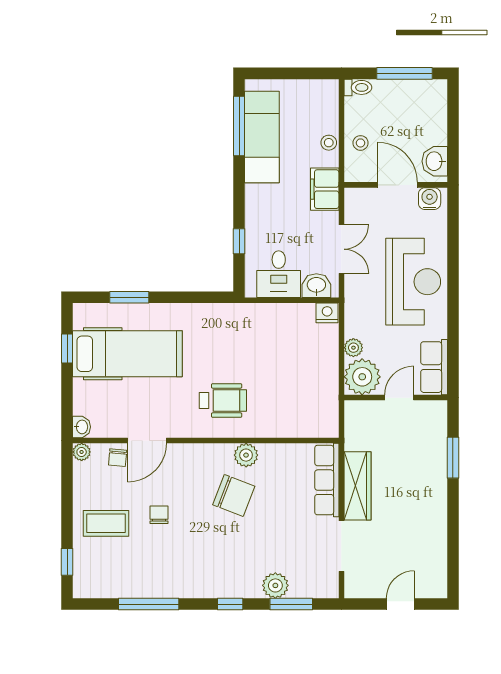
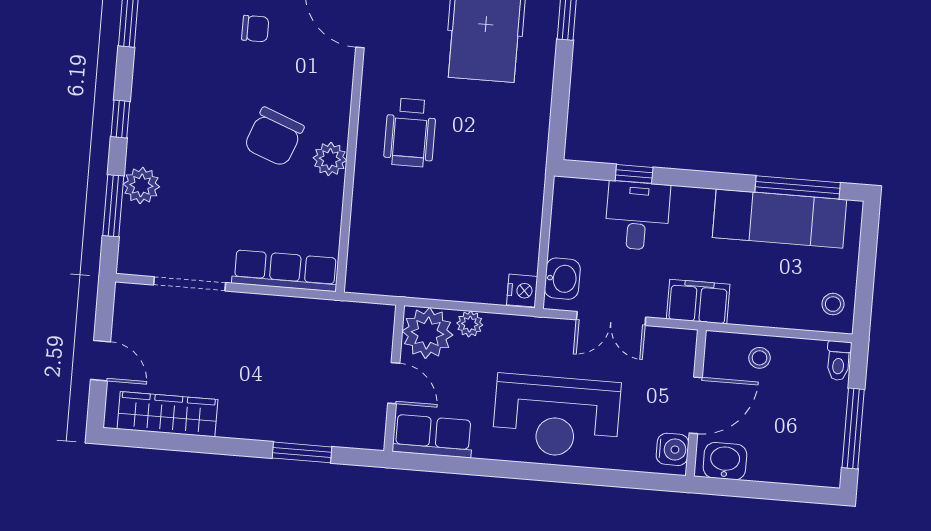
stool: (329, 143) -> (833, 304), moved
desk: (279, 274) -> (637, 216), moved, turned 90
wardrobe: (357, 486) -> (168, 414), moved, turned 180

